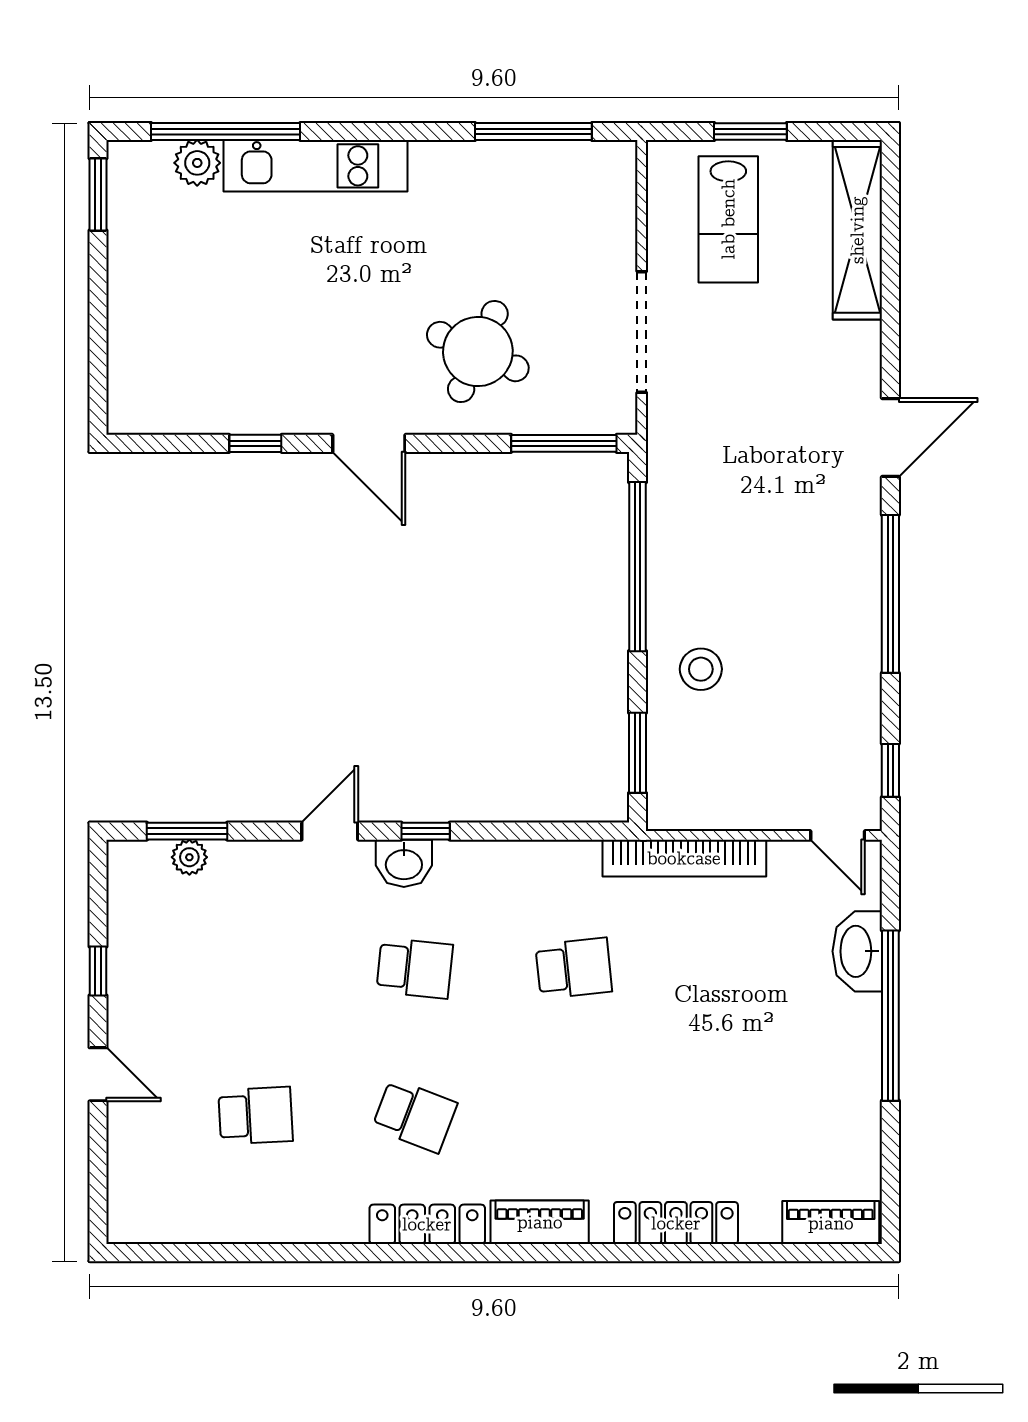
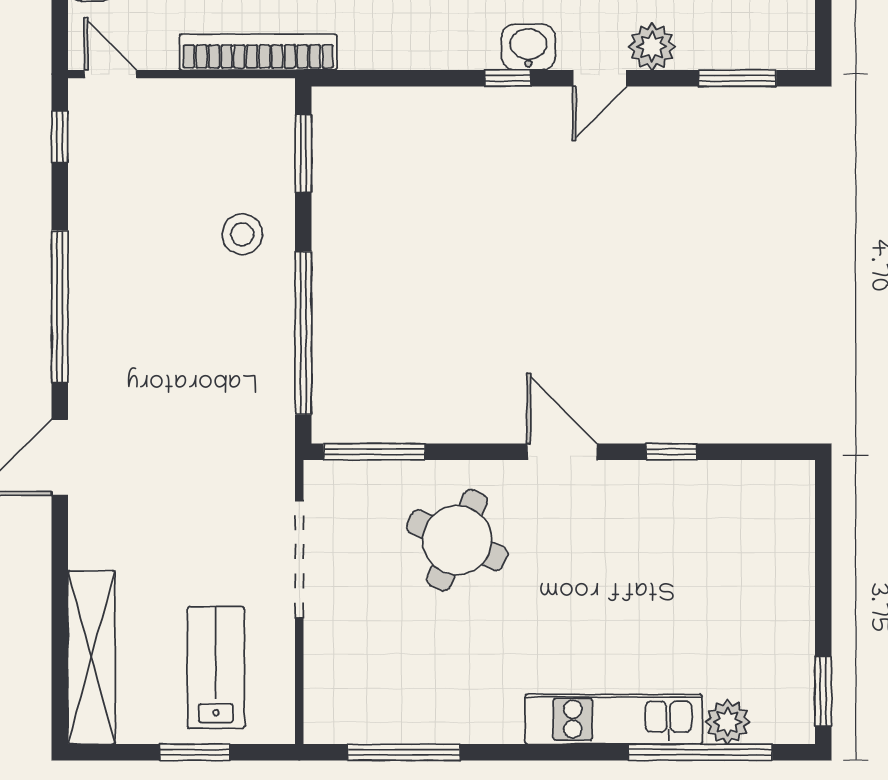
plant: (189, 857) -> (652, 47), moved, width x1.38, depth x1.38

